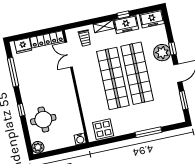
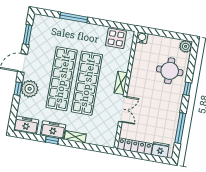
trolley: (85, 38) -> (98, 133), removed
double door: (69, 55) -> (123, 109), moved
shelving: (83, 91) -> (121, 83), added

